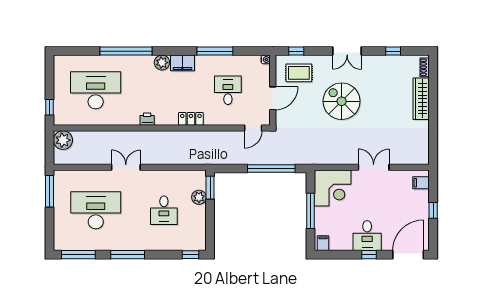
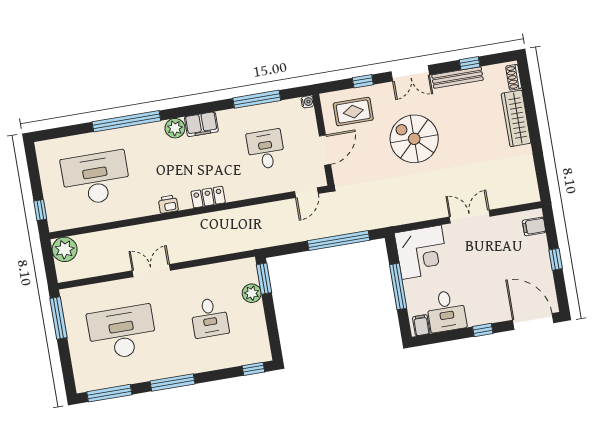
window: (215, 51) -> (257, 99), moved
window: (296, 51) -> (363, 81), moved
bench: (382, 60) -> (457, 77), added
locker: (191, 119) -> (208, 197), moved
desk: (367, 236) -> (446, 311), moved
door: (408, 255) -> (533, 321), hinge flipped

